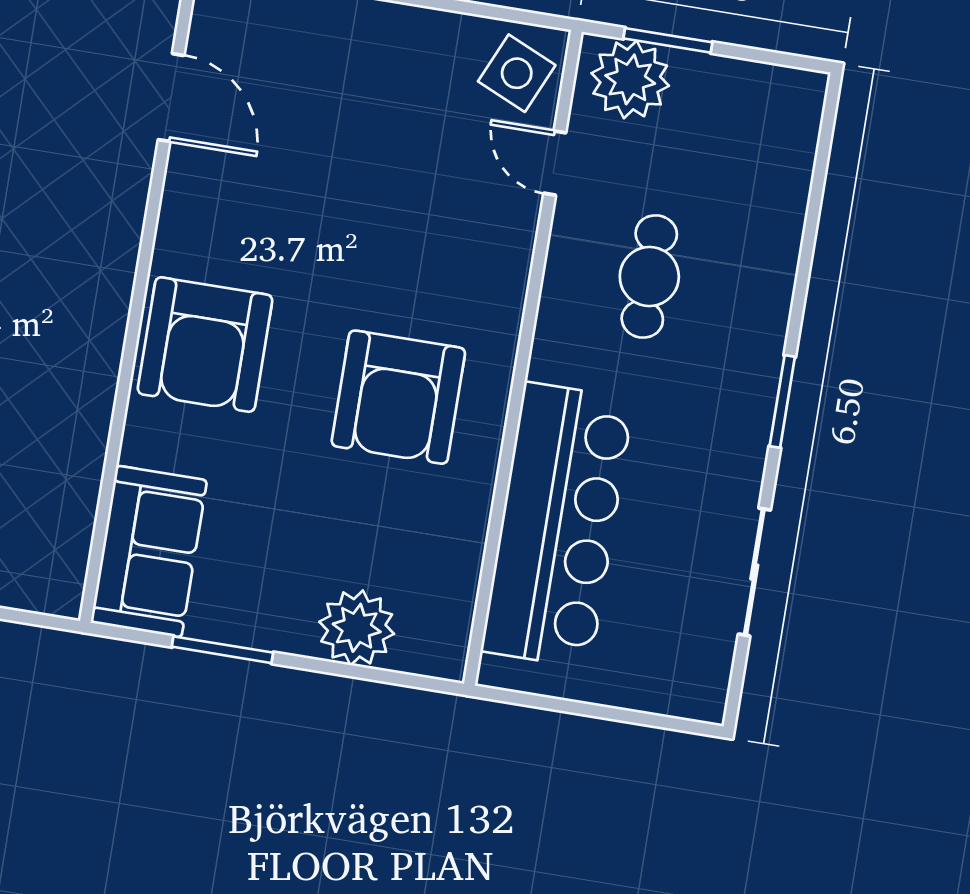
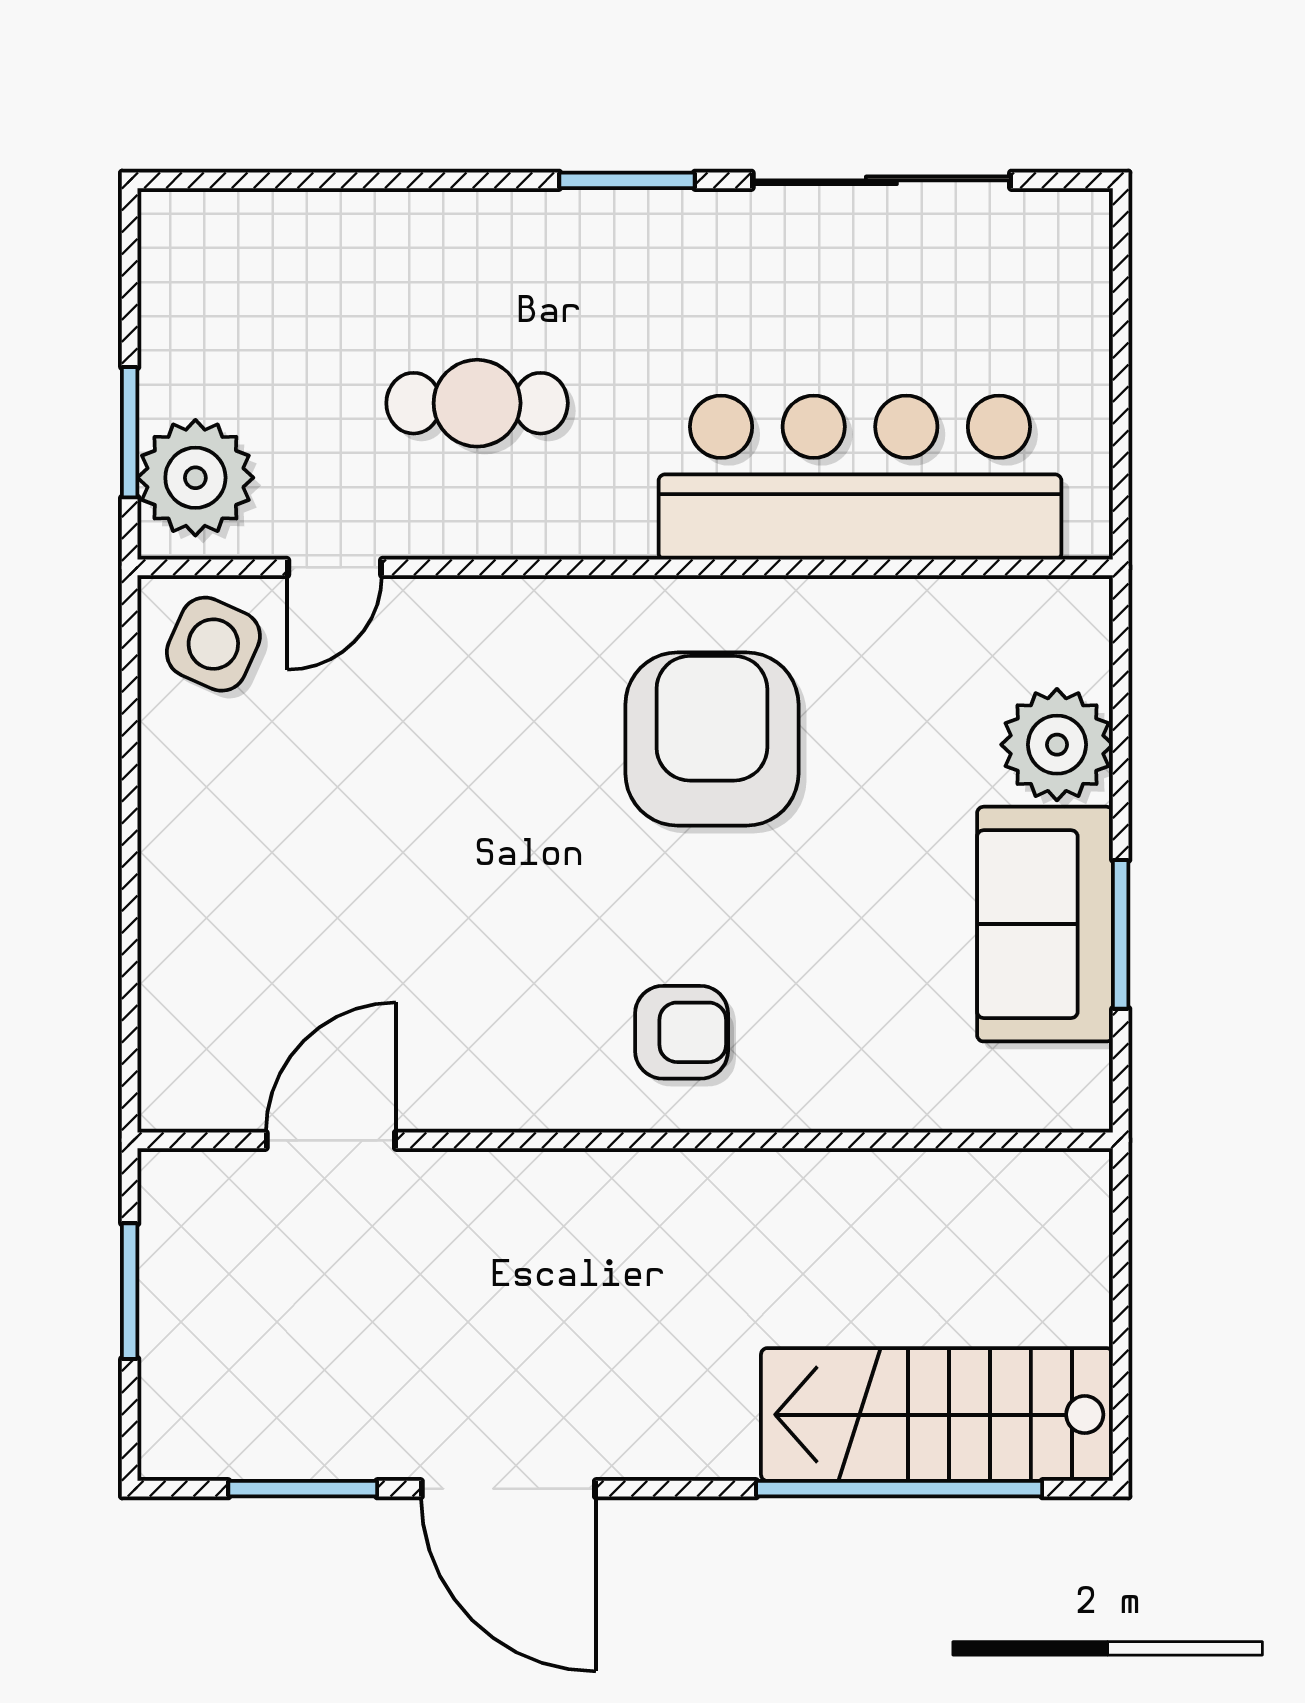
armchair: (205, 345) -> (682, 1032), width x0.53, depth x0.53
armchair: (398, 397) -> (712, 739), turned -90
sofa: (149, 551) -> (1045, 924), moved, turned -90
sliding door: (754, 572) -> (881, 180), width x1.37

